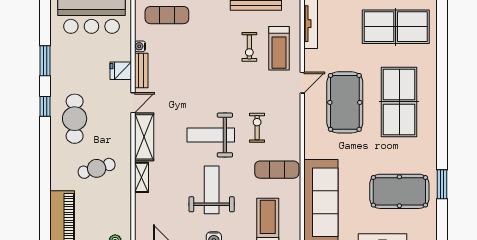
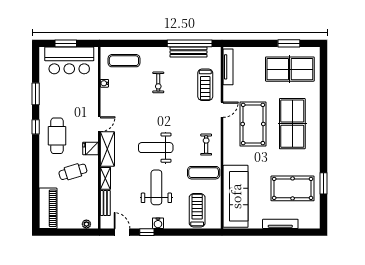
exercise bike: (249, 47) -> (158, 82), moved
fridge: (121, 71) -> (90, 148), moved
bench: (141, 71) -> (105, 203), moved
exercise bike: (257, 128) -> (206, 145), moved

